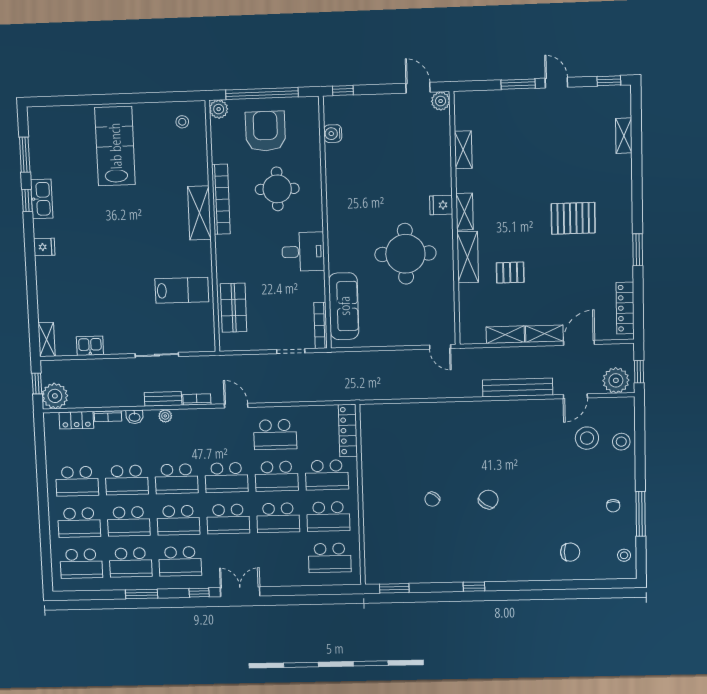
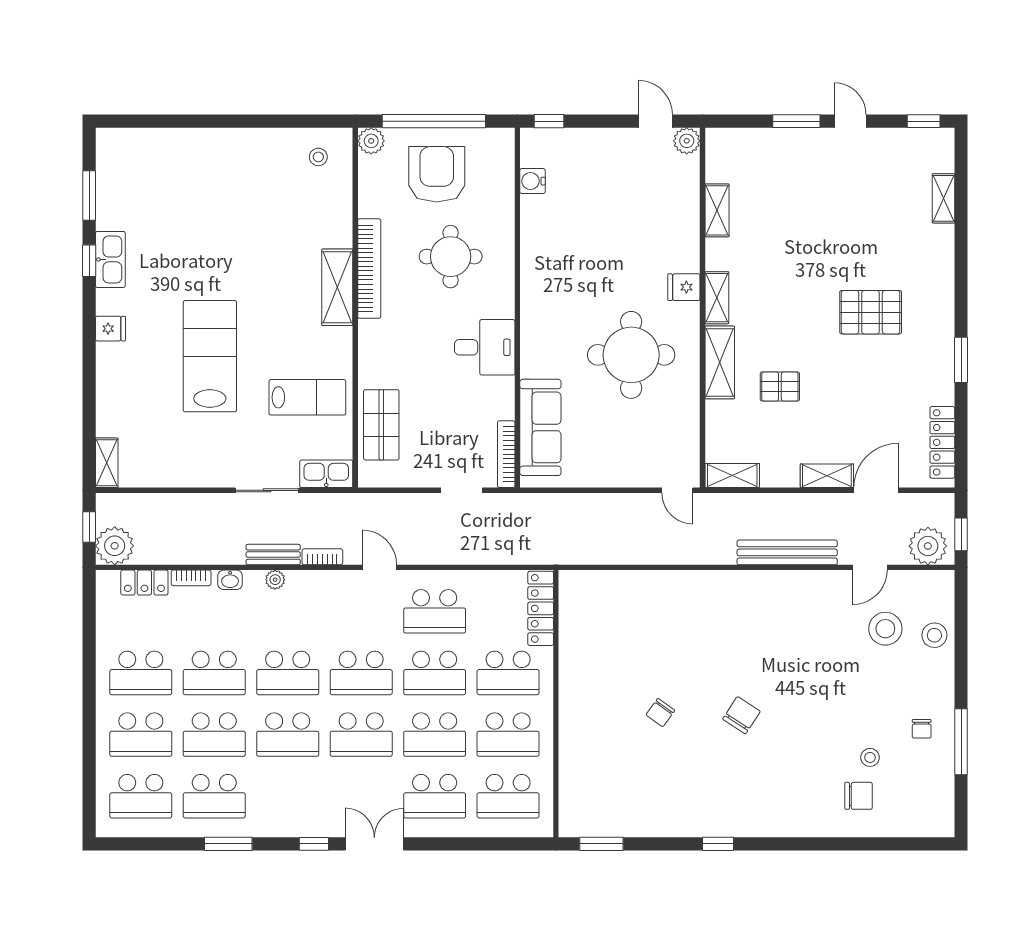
lab bench: (115, 146) -> (210, 356), moved
shelving: (505, 335) -> (732, 475), moved
kitchen sink: (90, 346) -> (326, 474), moved, width x1.38
stool: (624, 555) -> (870, 757), moved
school desk: (180, 561) -> (435, 796), moved

